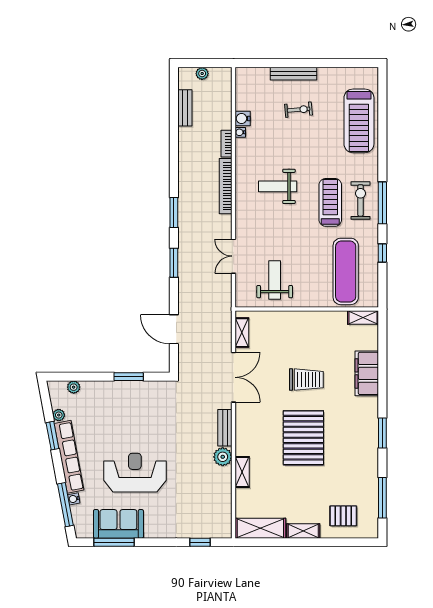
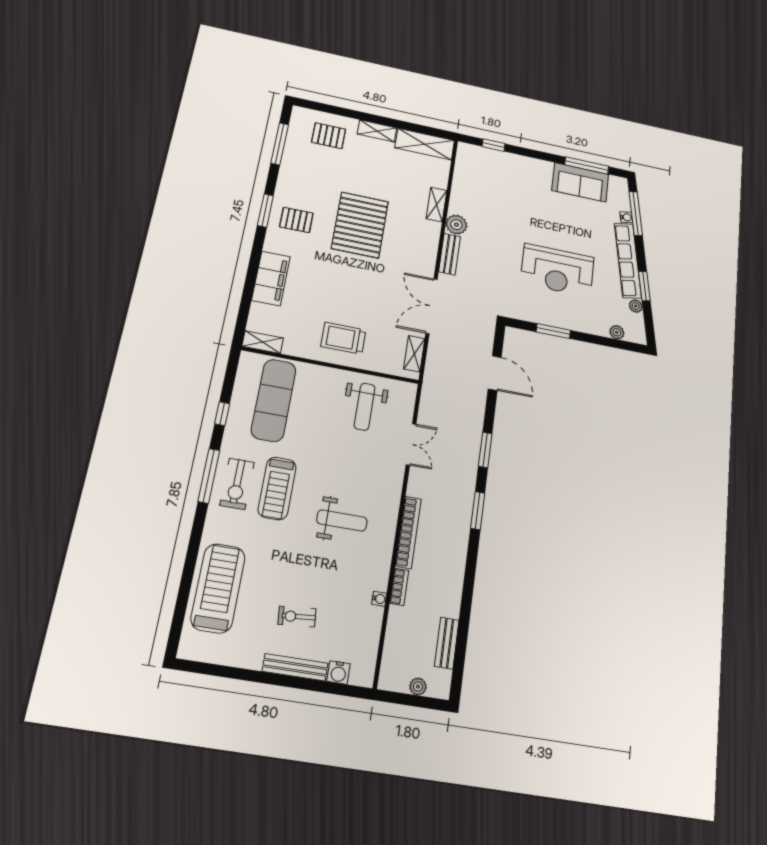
water cooler: (243, 119) -> (338, 673), moved, turned 90
trolley: (306, 380) -> (343, 338), moved
pallet: (356, 430) -> (296, 220), added
reception desk: (135, 473) -> (557, 270), moved

